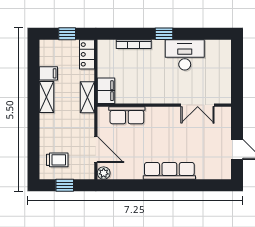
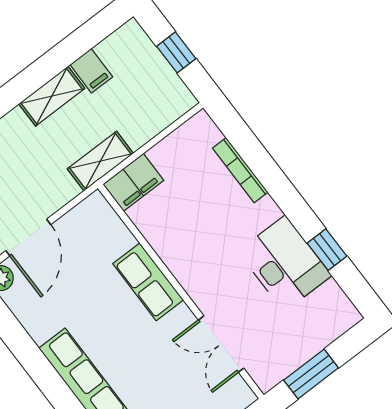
window: (164, 34) -> (327, 250), moved
locker: (87, 54) -> (168, 109), removed
window: (237, 78) -> (311, 374), added
row of seats: (127, 115) -> (148, 282), moved

